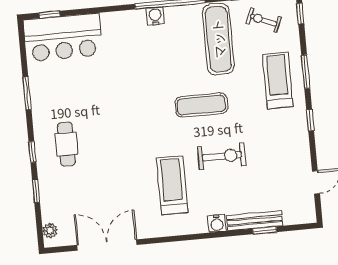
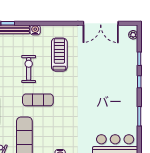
cafe table: (66, 144) -> (119, 84), removed
exercise bike: (222, 156) -> (29, 69), turned 90
treadmill: (172, 185) -> (59, 55), turned 180

